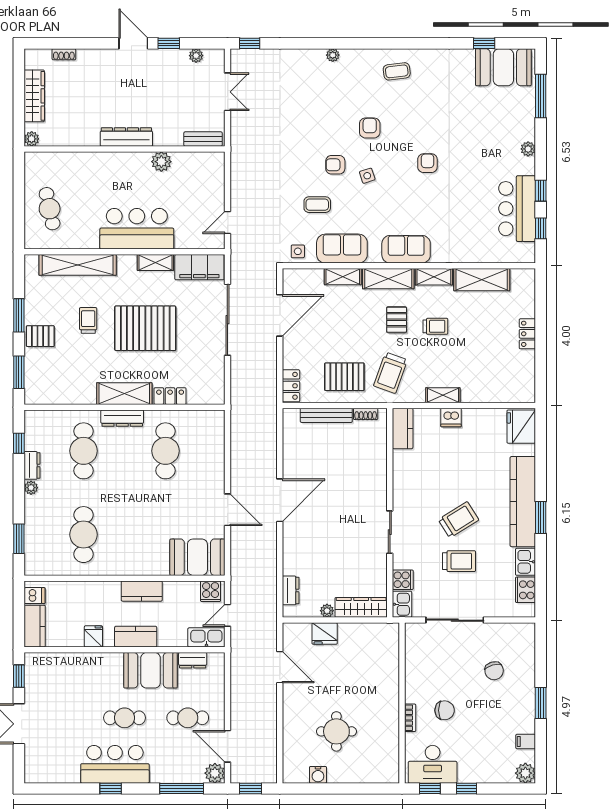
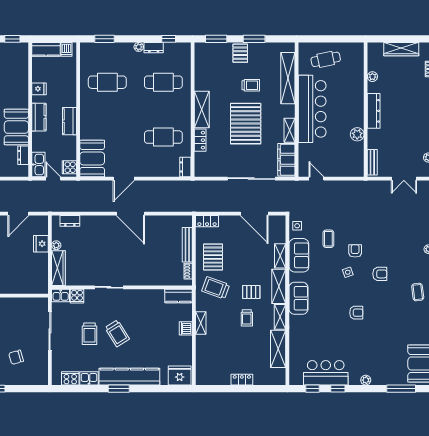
plant: (32, 139) -> (372, 77), moved
bar counter: (137, 229) -> (312, 109), width x1.36
dresser: (122, 418) -> (185, 167), moved, width x0.70

